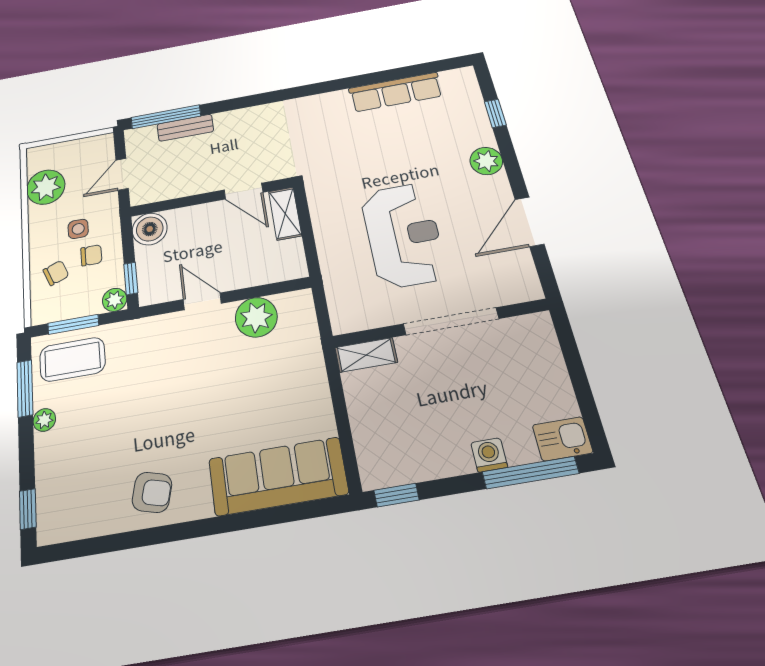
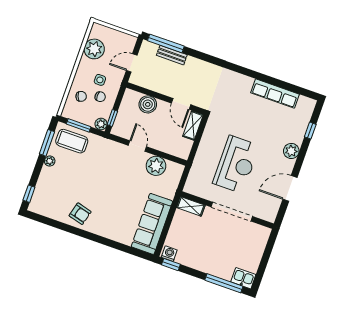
boiler: (150, 229) -> (148, 104), moved
washing machine: (489, 455) -> (169, 254), moved
sofa: (278, 476) -> (152, 224), moved, turned -90

